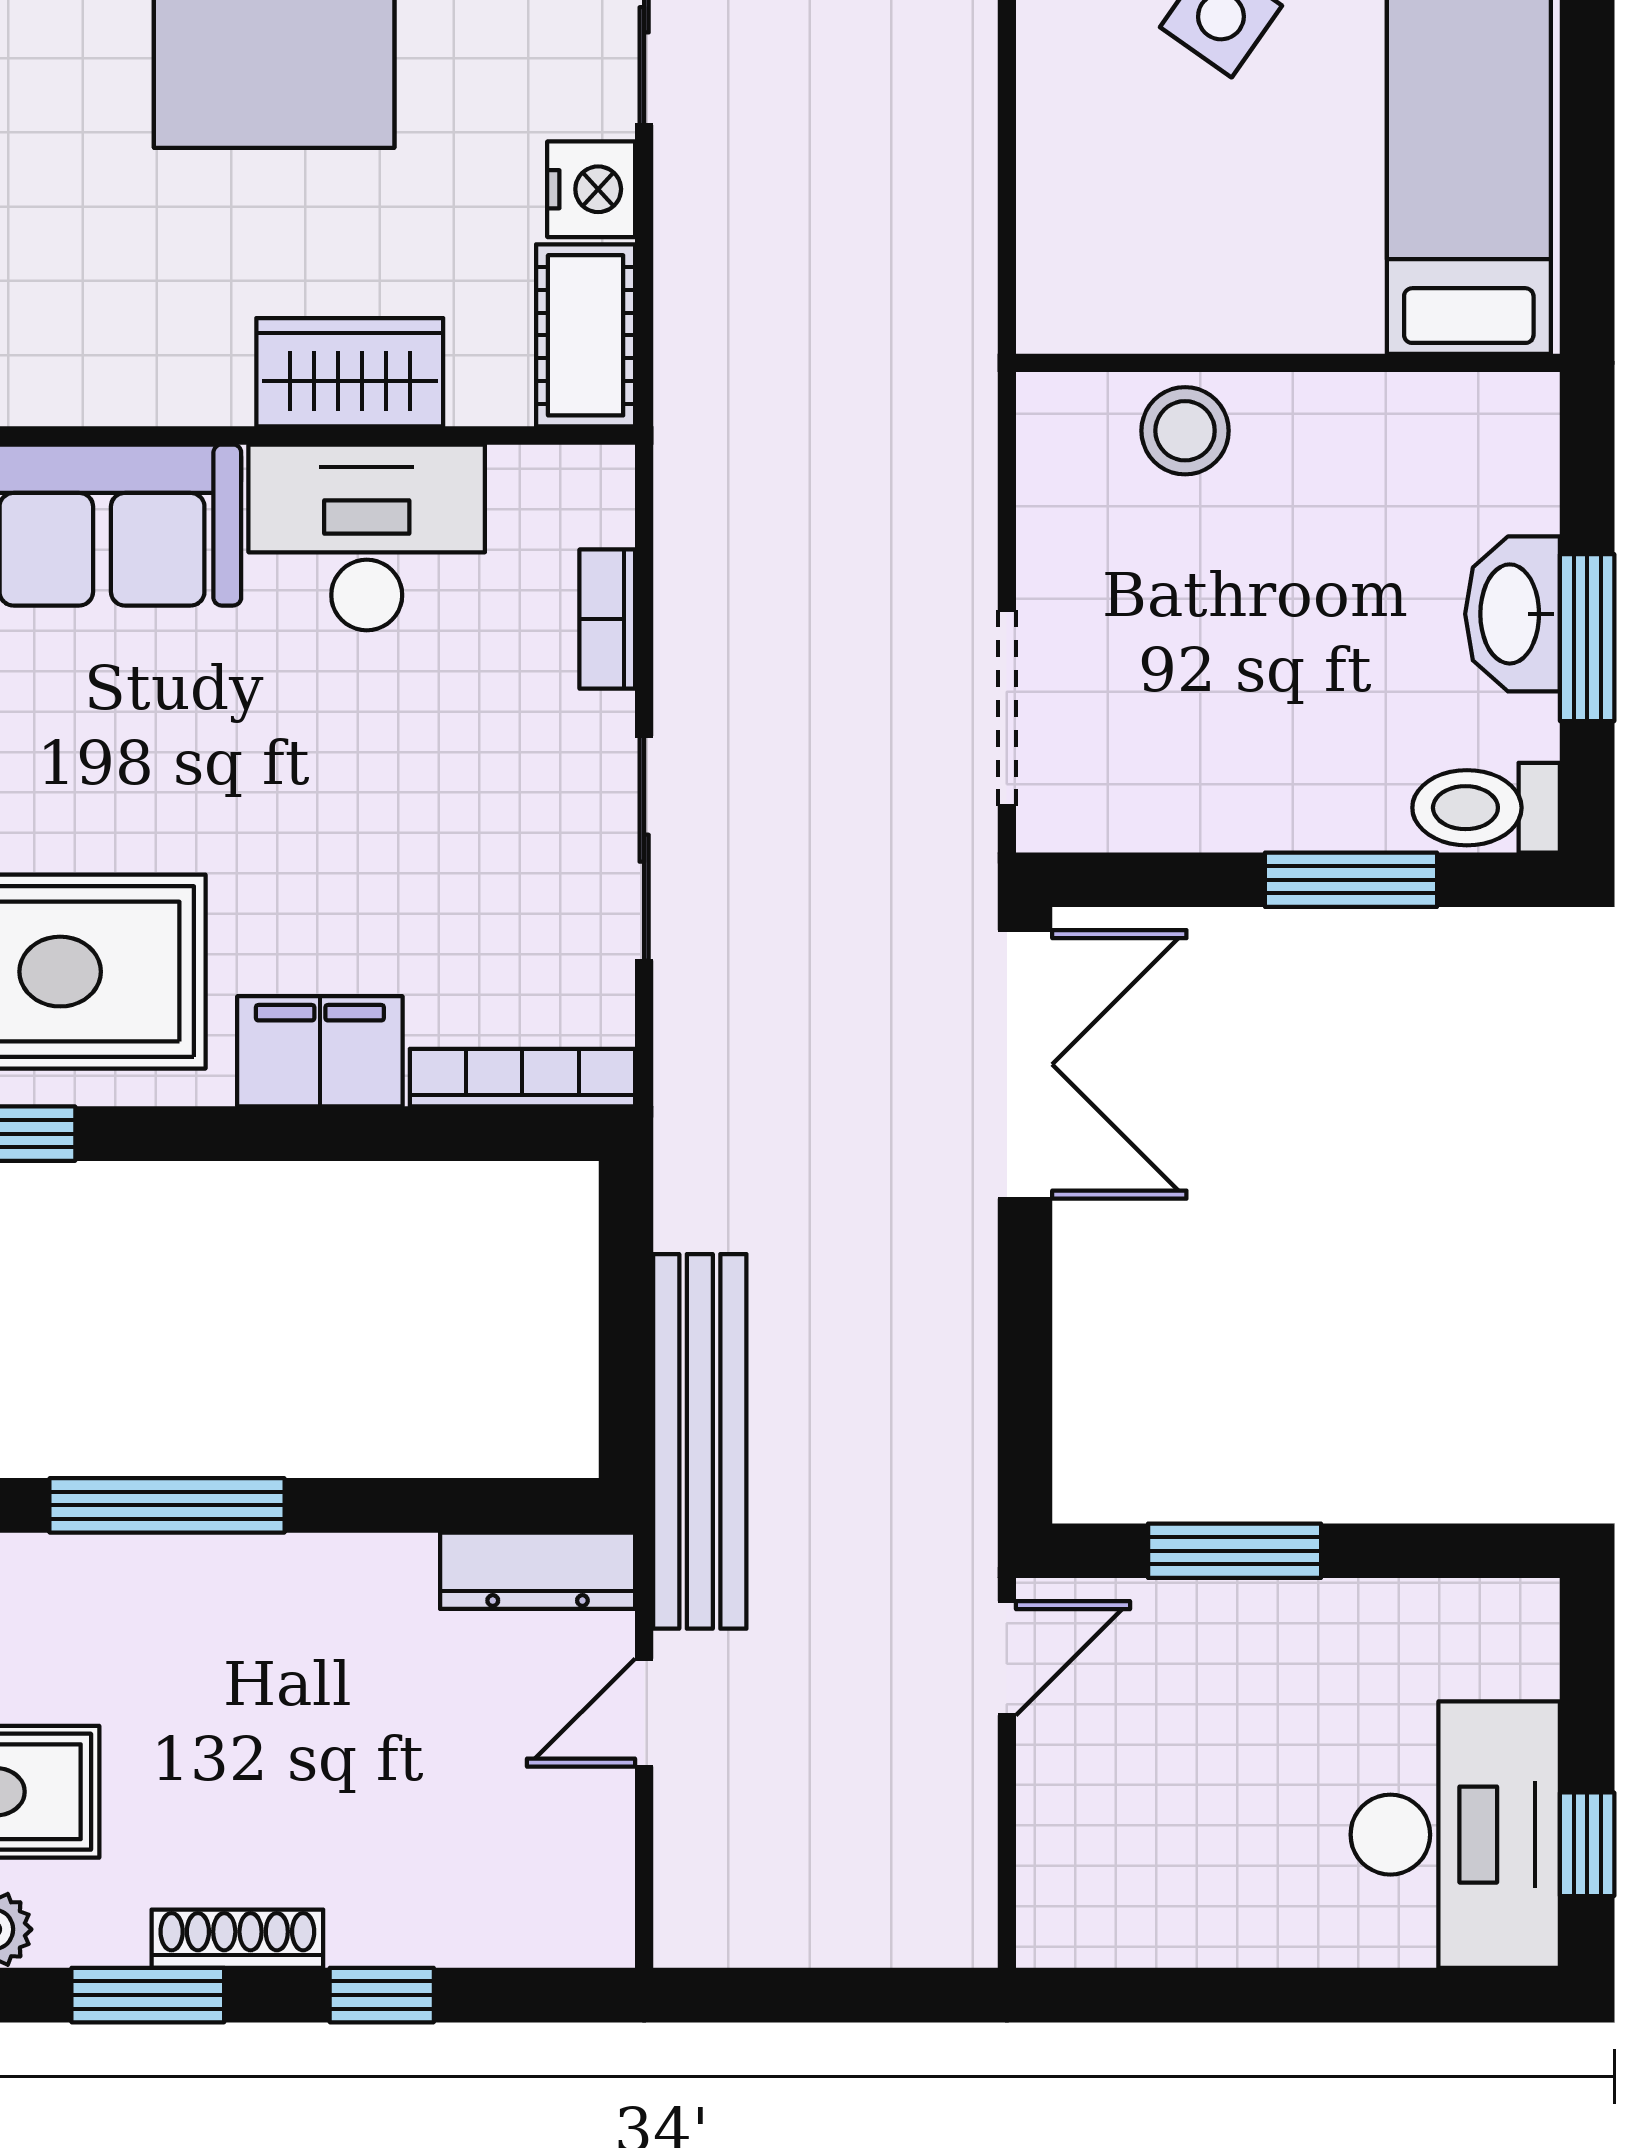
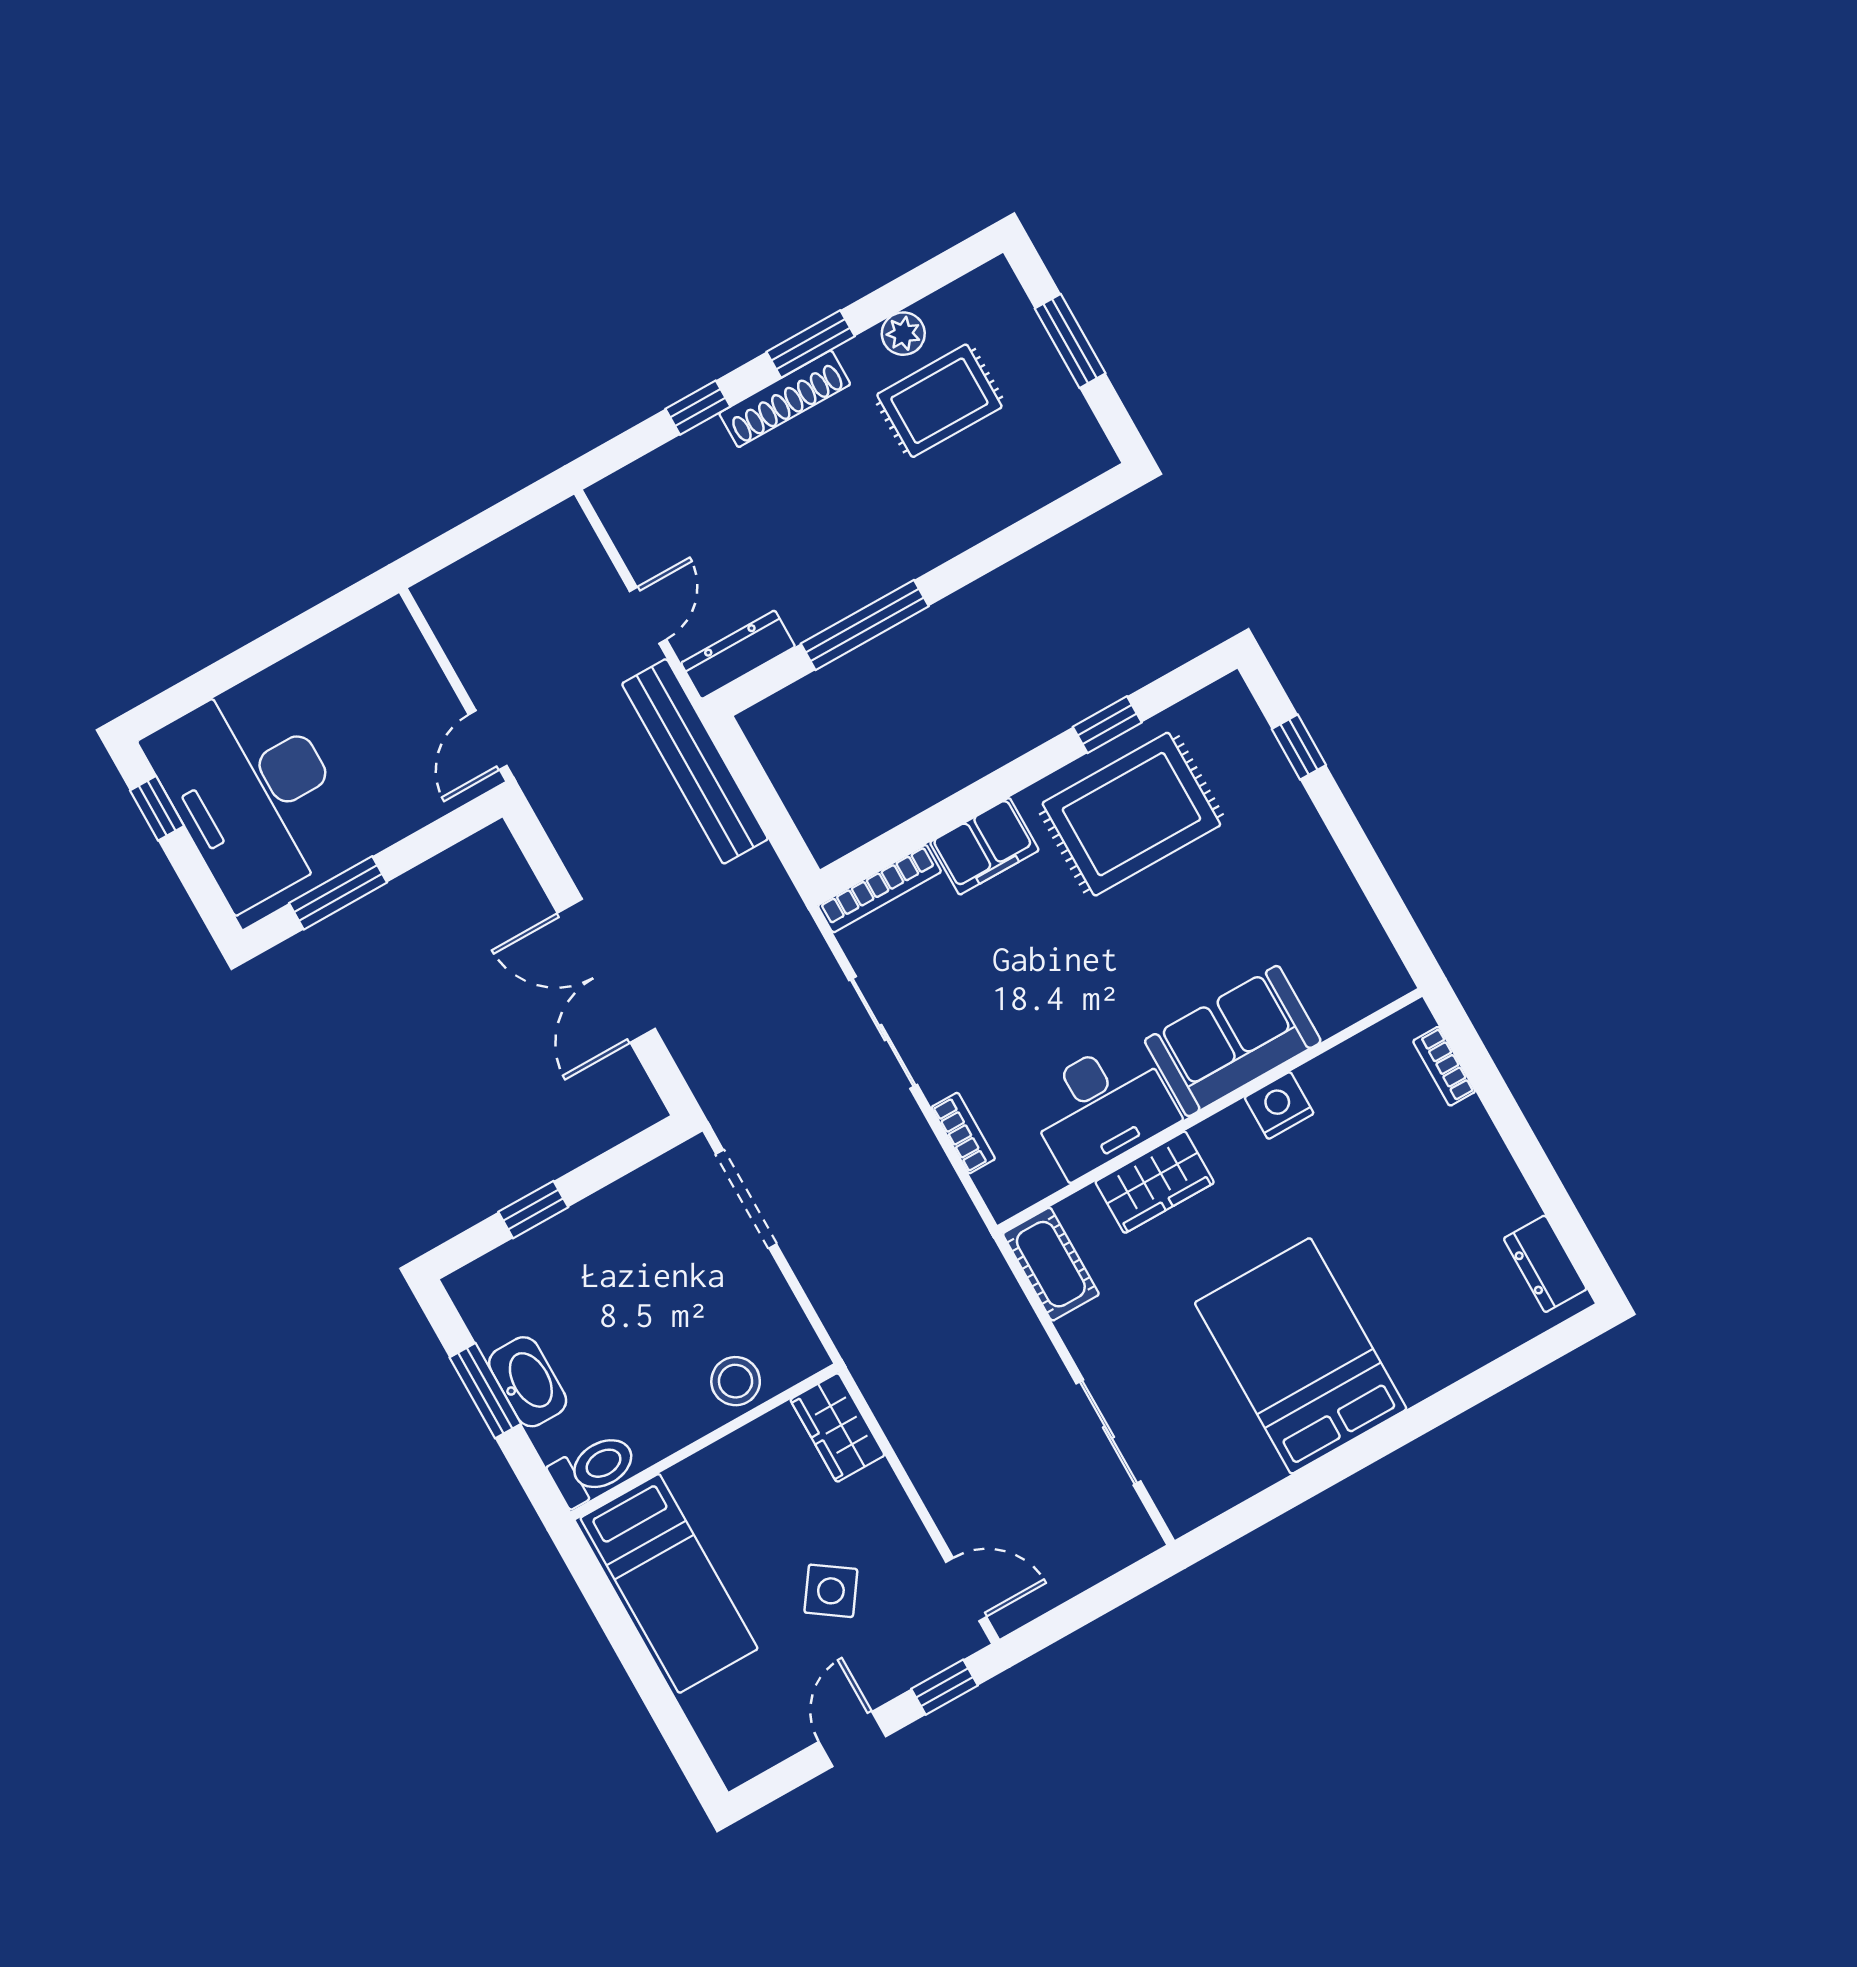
nightstand: (591, 189) -> (1279, 1106), moved, turned 90
wardrobe: (1066, 268) -> (837, 1427), added
toilet: (1486, 808) -> (594, 1469), moved
window: (1351, 880) -> (533, 1210), width x0.67
double door: (1025, 1064) -> (606, 971), moved
window: (167, 1505) -> (865, 625), moved
window: (1235, 1551) -> (338, 893), moved
desk: (1455, 1835) -> (252, 792), width x1.36, depth x1.30
shoe rack: (237, 1939) -> (785, 399), width x1.36, depth x1.24

